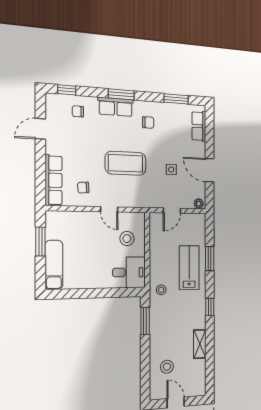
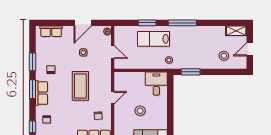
window: (176, 99) -> (33, 62), moved
stool: (127, 239) -> (140, 111), moved
window: (210, 307) -> (182, 23), width x2.17
shelving: (200, 344) -> (236, 31), moved

